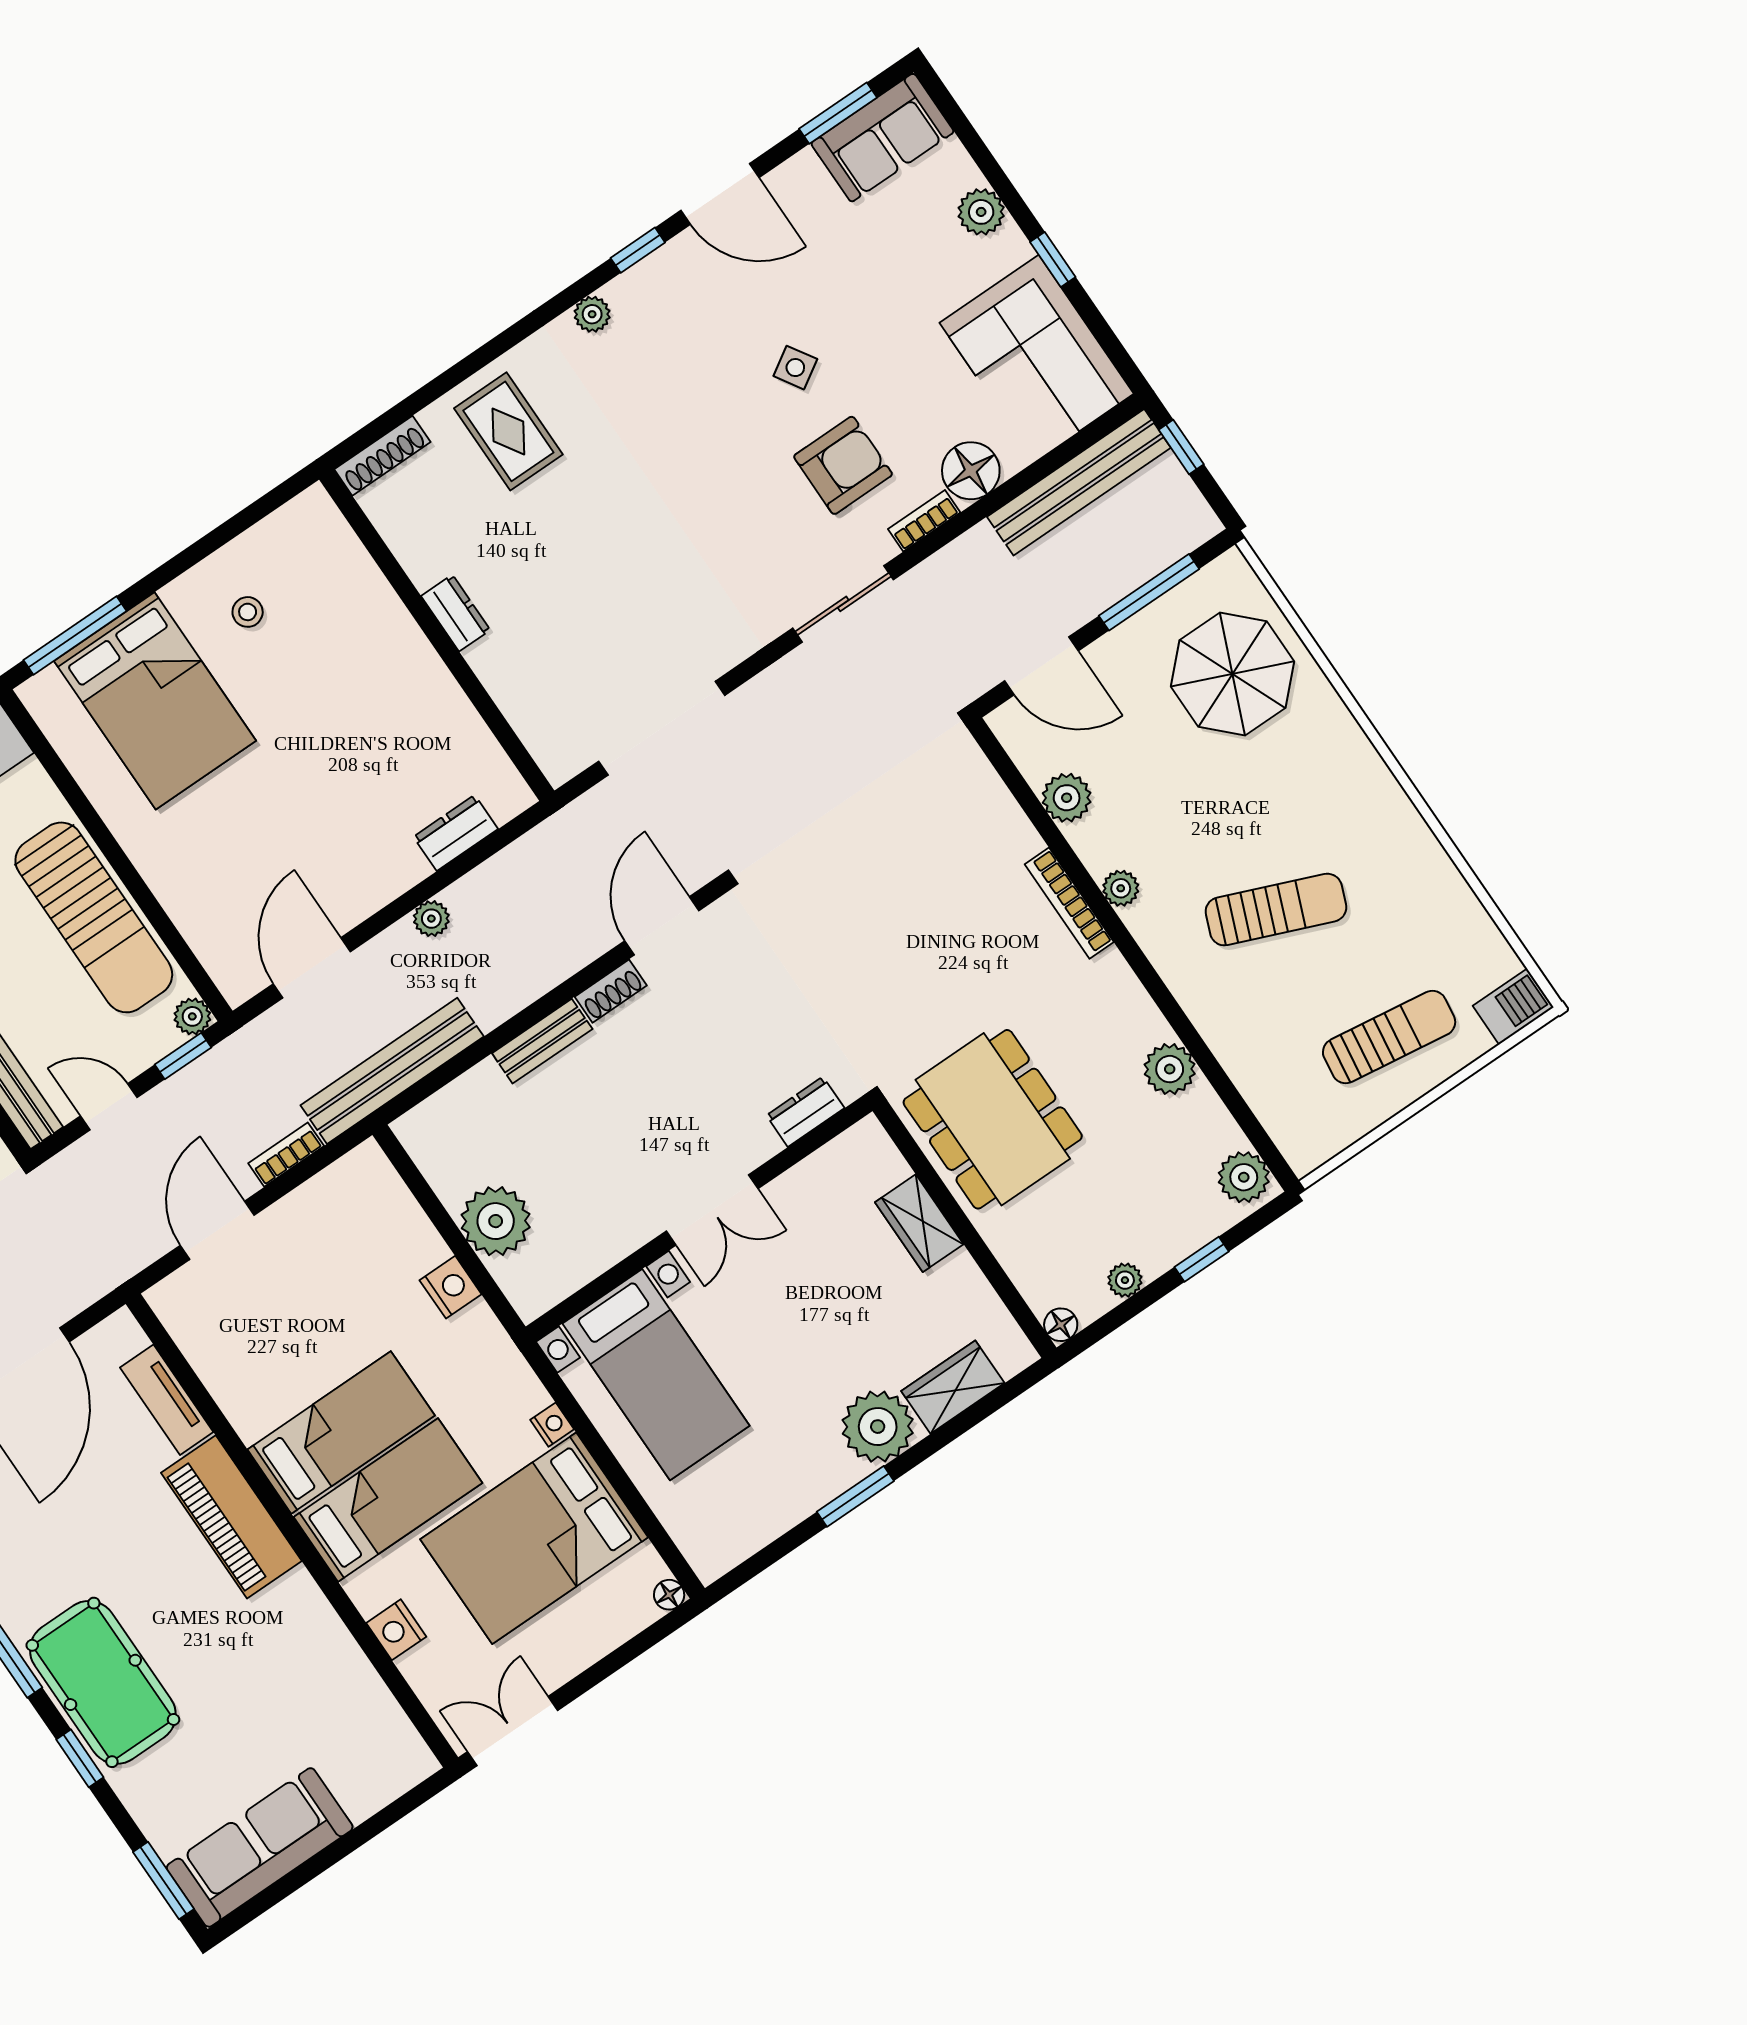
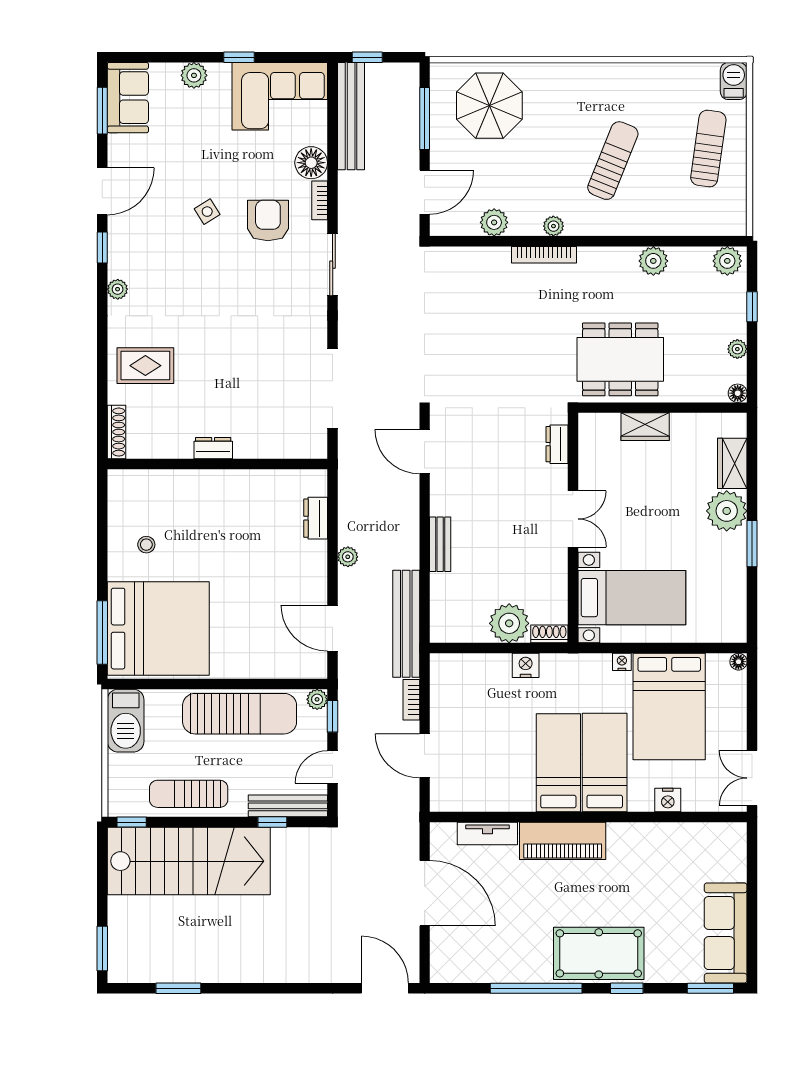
bed: (155, 701) -> (158, 629), width x1.36
shoe rack: (611, 991) -> (549, 634), moved, turned -90

